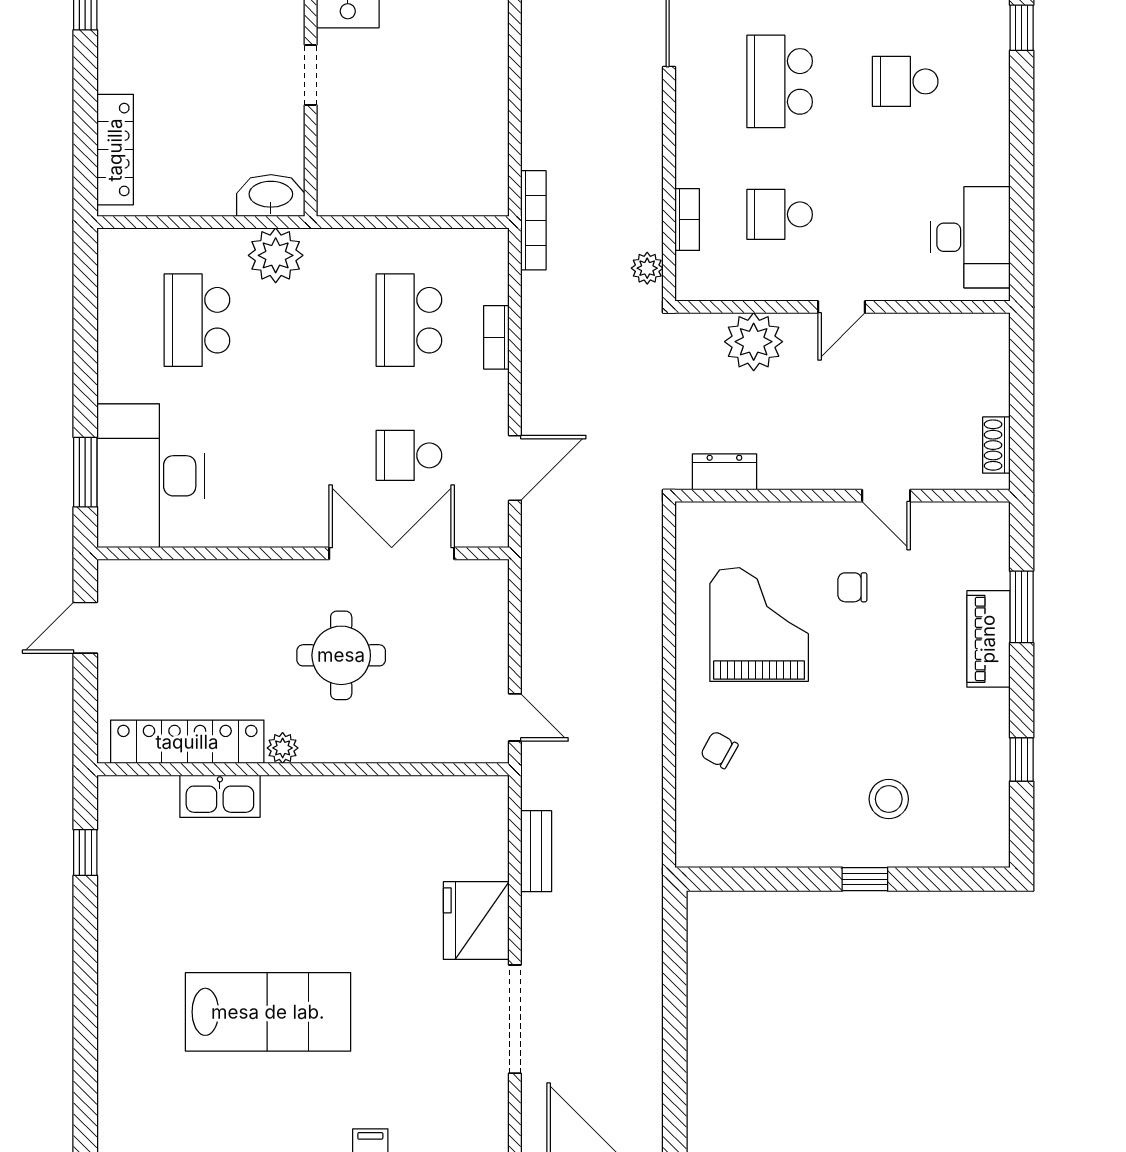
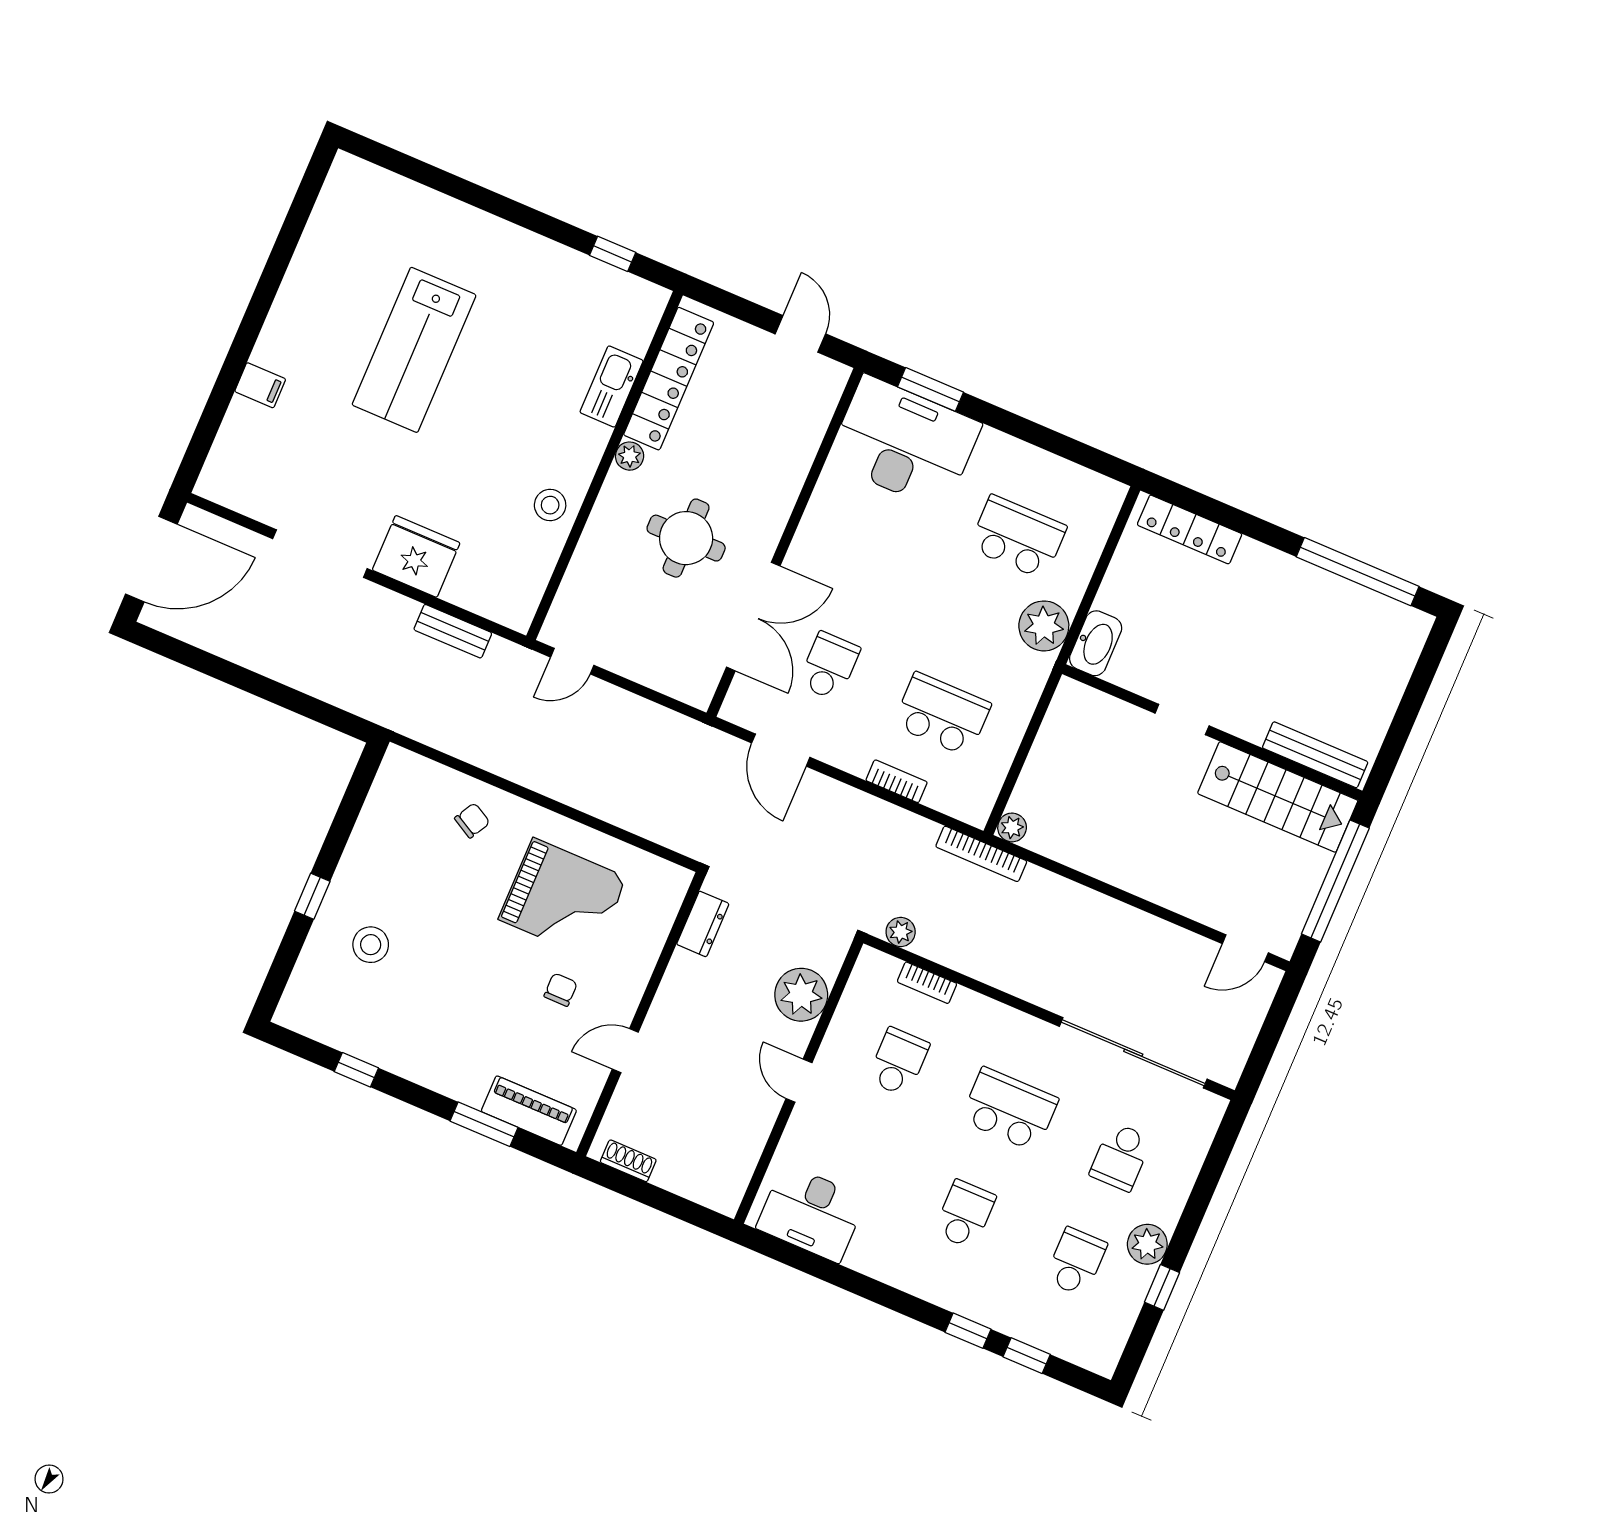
plant: (493, 201) -> (1012, 827), added
piano: (988, 639) -> (529, 1111), moved
stool: (366, 807) -> (550, 505), added

